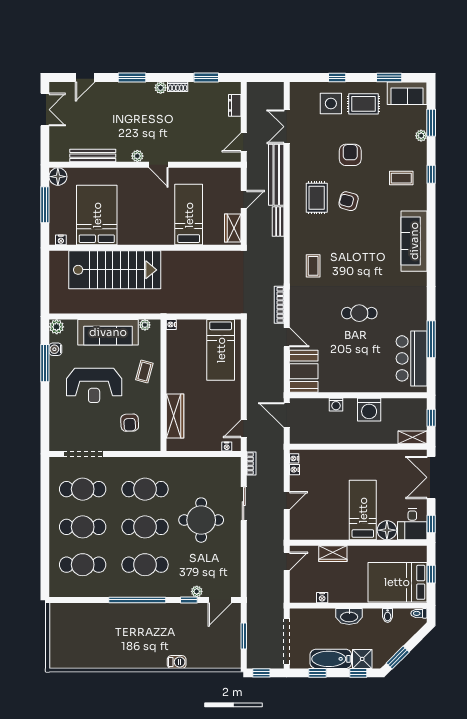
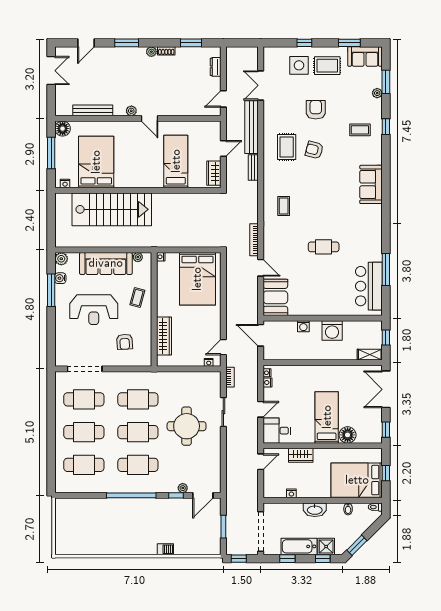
sofa: (414, 241) -> (371, 184), width x0.73
bed: (221, 350) -> (197, 279), width x1.50
desk: (412, 524) -> (277, 431), moved, turned 90

